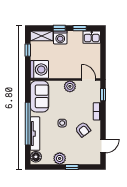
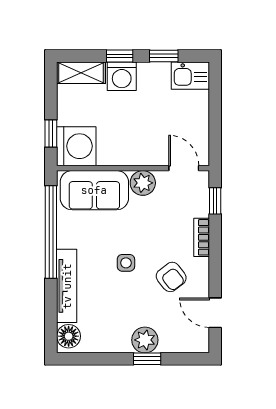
window: (28, 50) -> (51, 134), moved
sofa: (39, 96) -> (94, 190), moved, turned 90
window: (28, 124) -> (51, 232), moved
door: (103, 146) -> (215, 313), swing flipped
plant: (60, 158) -> (145, 340), moved

